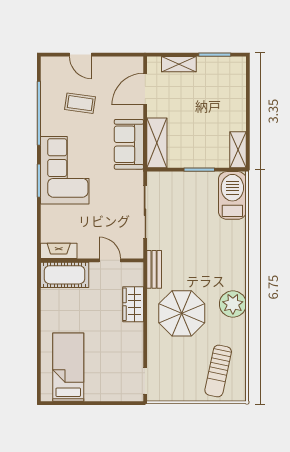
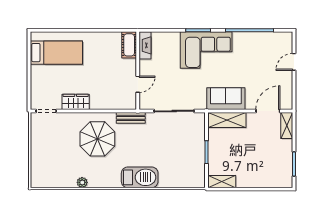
shelving: (179, 64) -> (287, 125), moved
door: (145, 89) -> (268, 111), hinge flipped
coffee table: (80, 103) -> (257, 62), removed
barbecue: (232, 195) -> (140, 177), moved
cot: (65, 275) -> (129, 45), width x0.73, depth x0.75
wardrobe: (133, 304) -> (76, 102), moved
plant: (233, 304) -> (82, 182), moved, width x0.53, depth x0.53
sun lounger: (218, 371) -> (54, 167), removed

